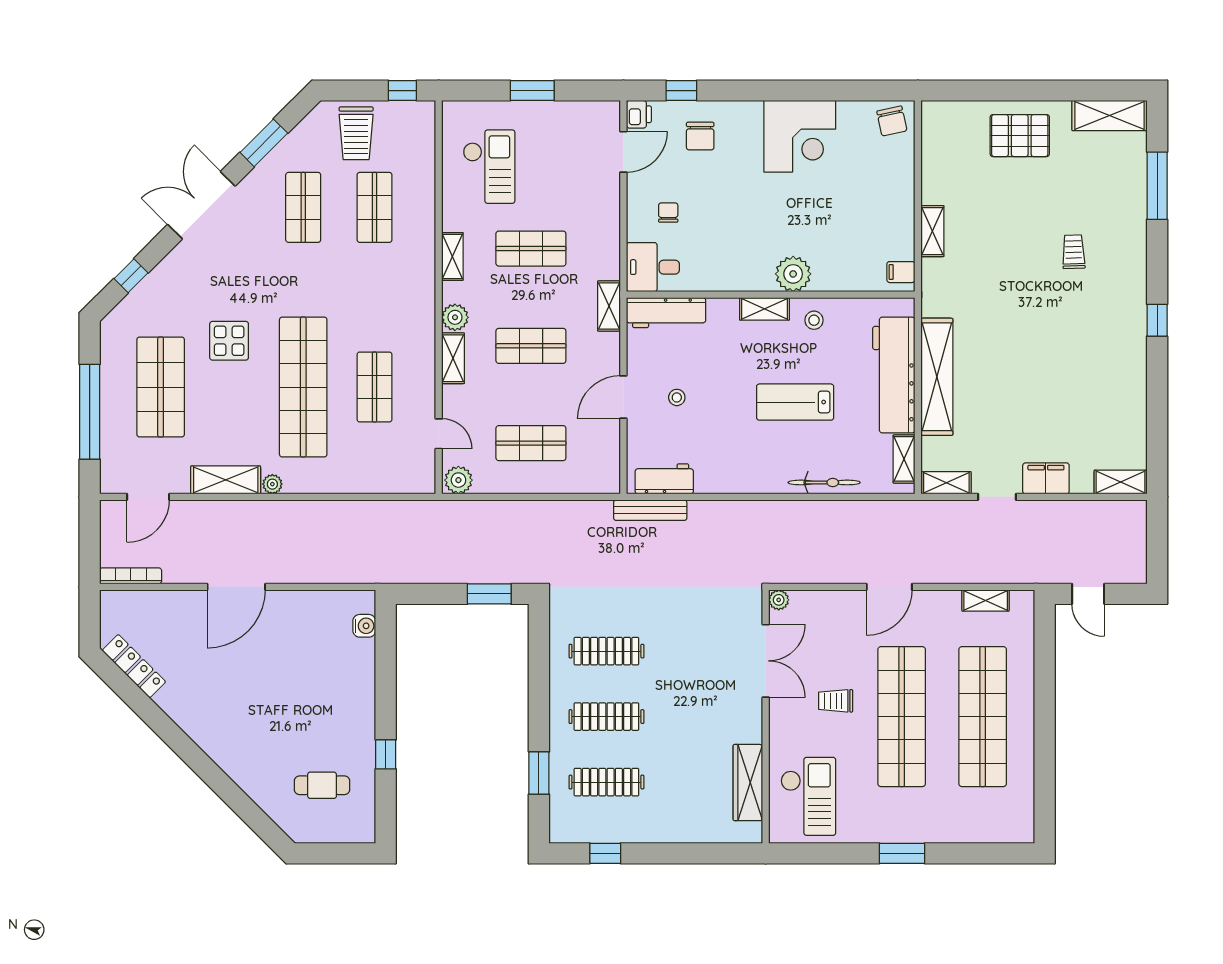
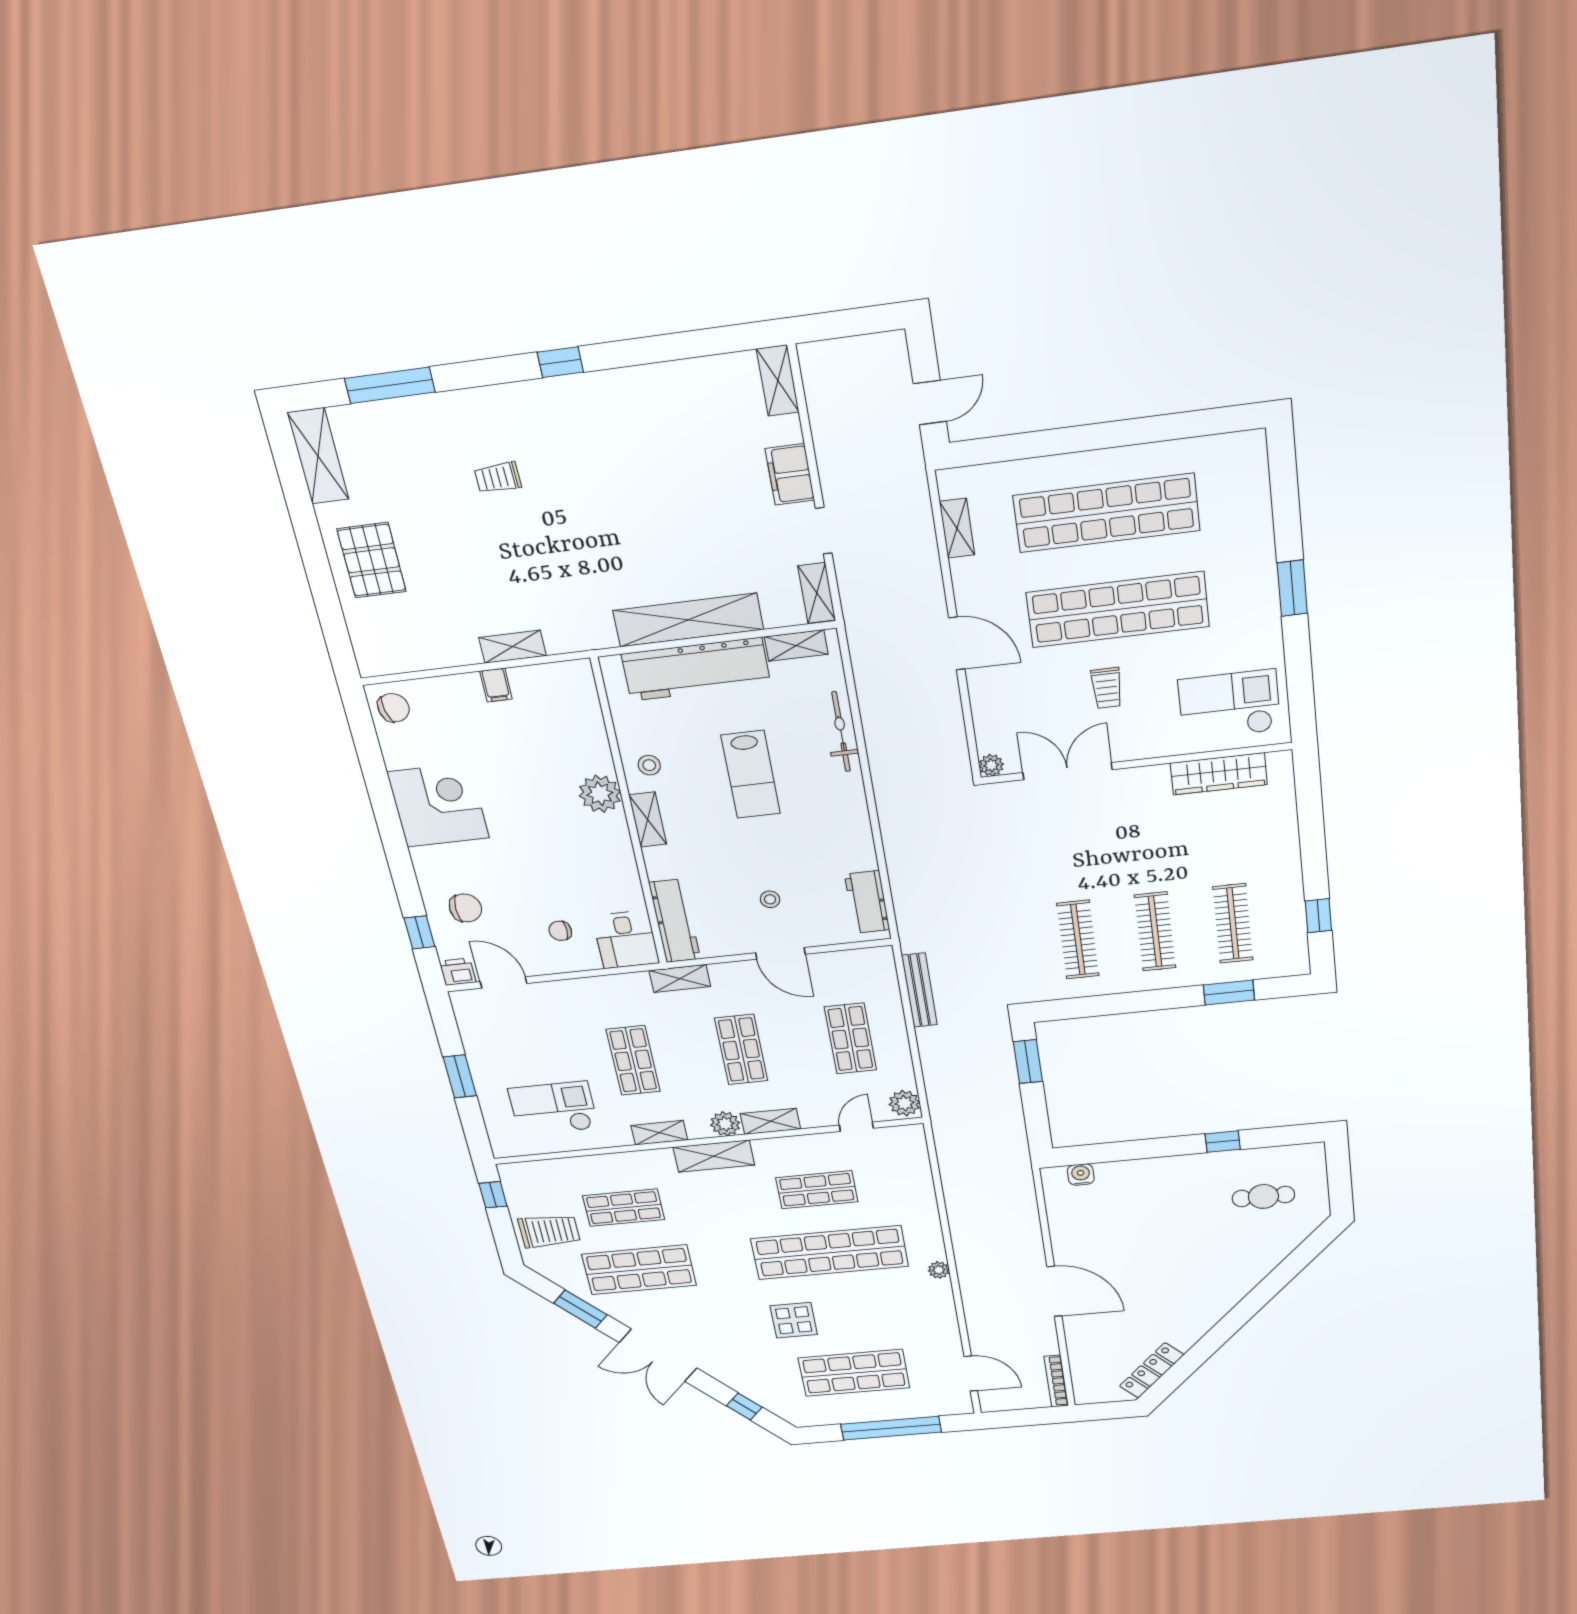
shop shelf: (303, 207) -> (639, 1270), width x1.43, depth x1.36
filing cabinet: (901, 272) -> (496, 685), moved
shelving: (226, 480) -> (714, 1156), moved, turned 90
bench: (650, 510) -> (919, 990), moved
cafe table: (322, 785) -> (1263, 1196), turned 90

